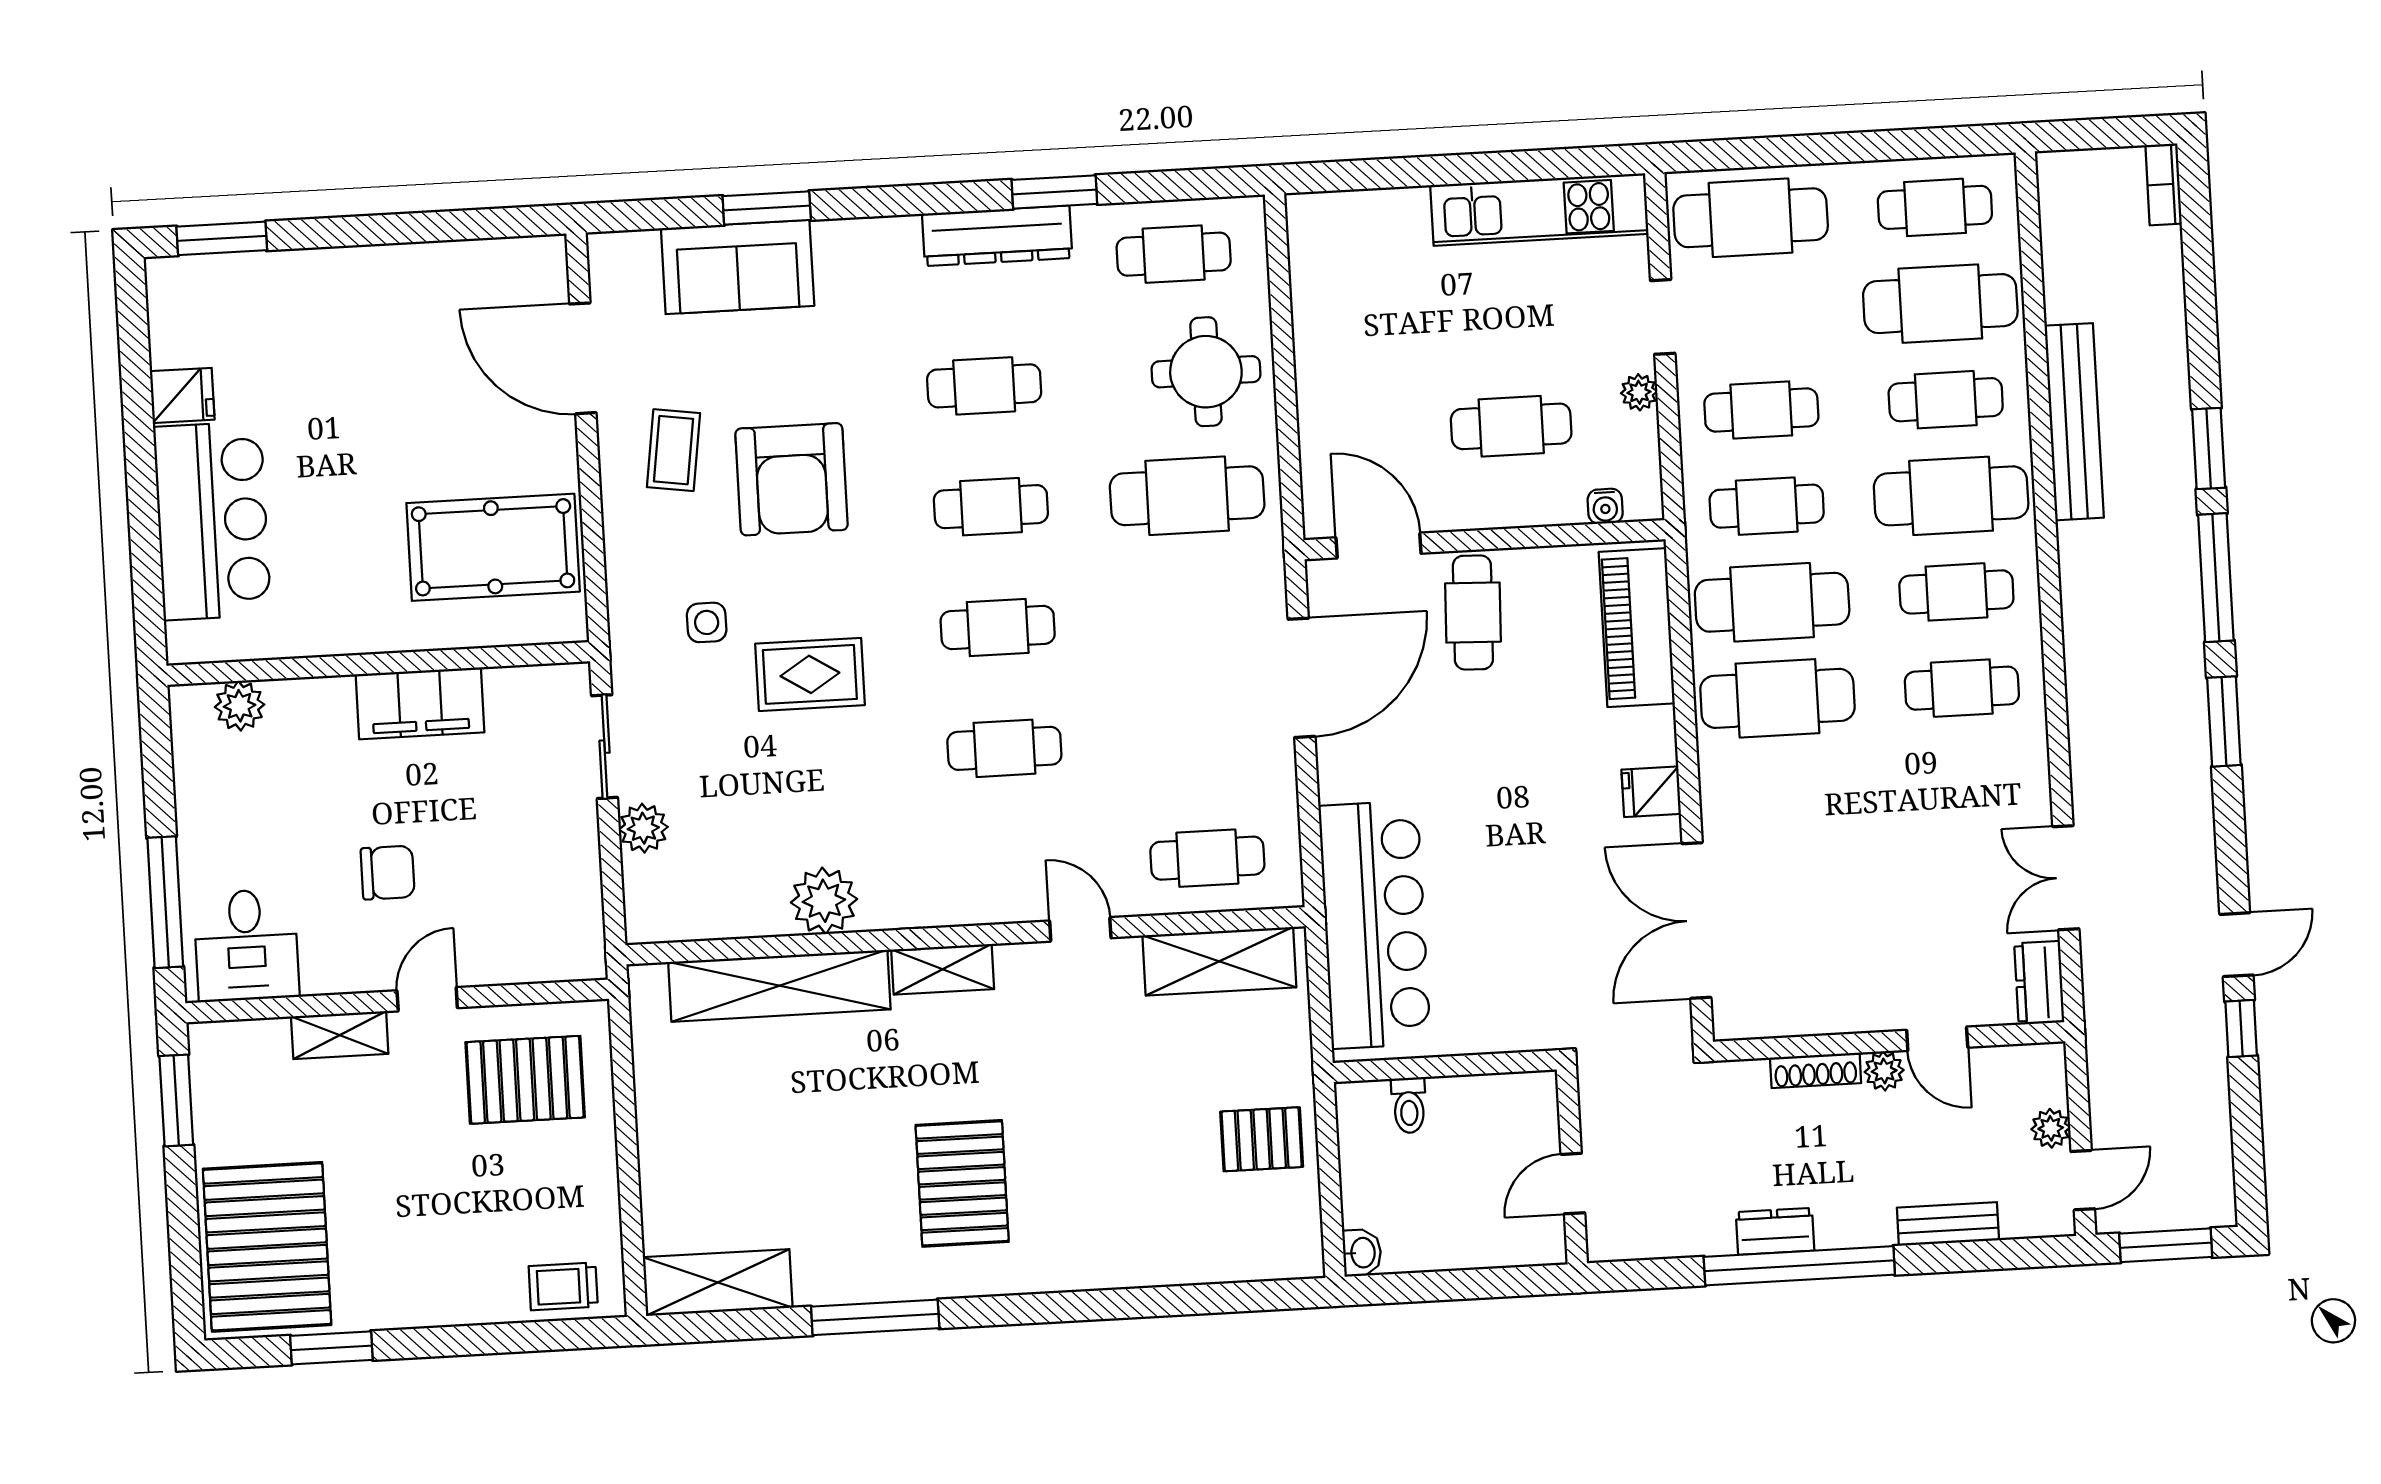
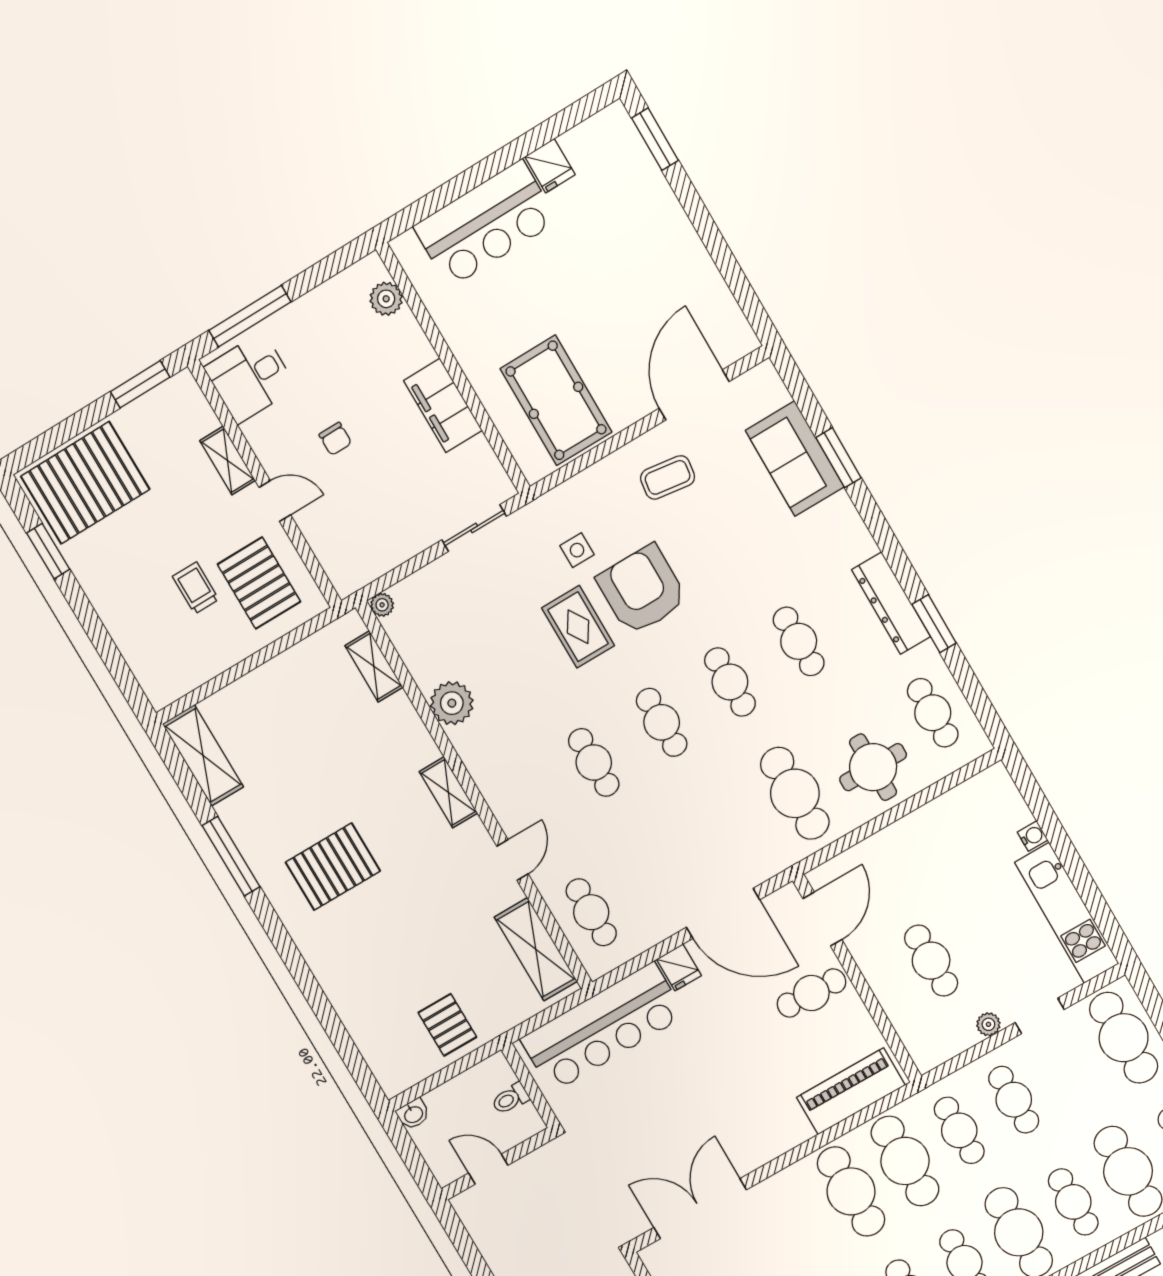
armchair: (792, 479) -> (642, 590), moved, turned 90
water cooler: (1605, 506) -> (1033, 836), moved, turned 180
fridge: (1651, 792) -> (679, 967), moved, turned 180
plant: (643, 828) -> (382, 605), moved, width x0.73, depth x0.73
chair: (388, 873) -> (335, 439), width x0.73, depth x0.73
shelving: (779, 986) -> (374, 666), width x0.45, depth x0.75
wall: (1572, 1166) -> (498, 1164), moved
door: (1573, 1184) -> (488, 1169), moved
trolley: (563, 1286) -> (196, 588), moved

